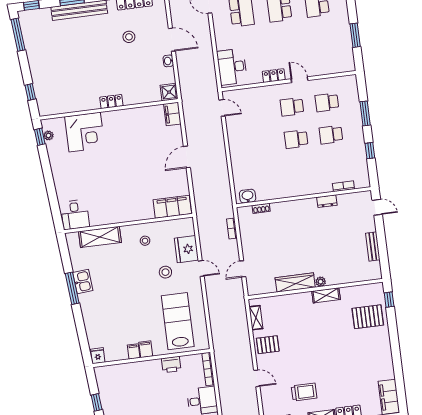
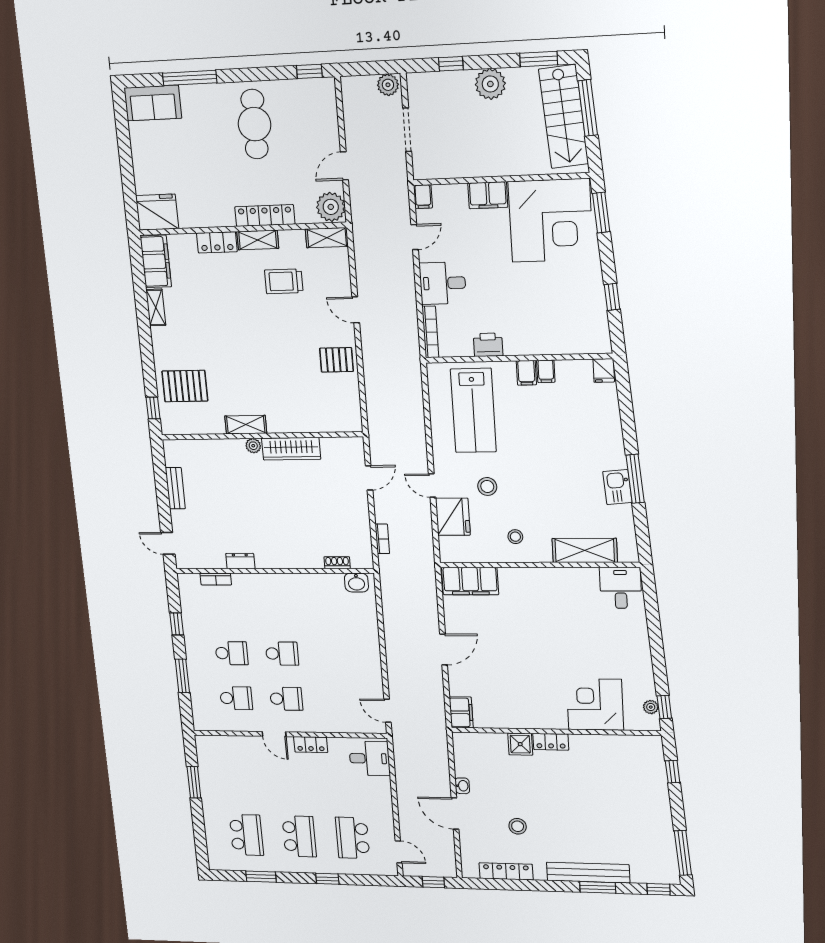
desk: (232, 67) -> (370, 758), width x0.73
shower: (169, 92) -> (520, 744), moved
shelving: (256, 318) -> (156, 307), moved

